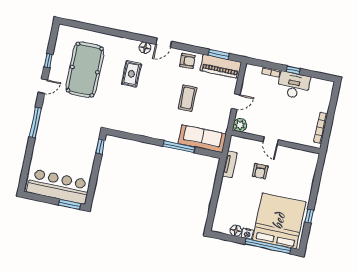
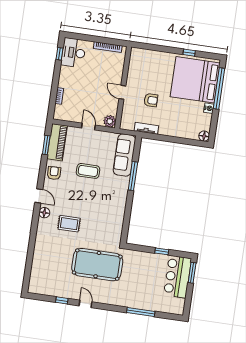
pool table: (85, 70) -> (97, 265), moved
window: (293, 70) -> (60, 54), moved
desk: (294, 85) -> (73, 53), moved
window: (35, 123) -> (141, 312), moved
door: (271, 141) -> (122, 92), swing flipped
window: (100, 146) -> (162, 251), moved
bar counter: (58, 186) -> (177, 277), width x0.73
floor lamp: (236, 231) -> (204, 136), moved

